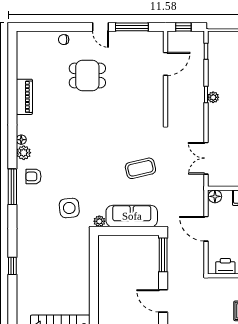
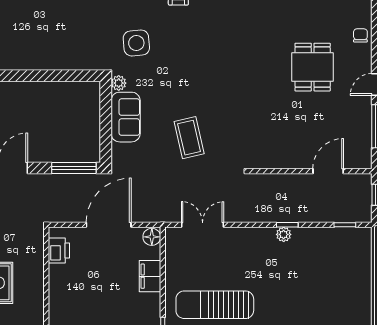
door: (166, 64) -> (328, 171), swing flipped
sofa: (132, 216) -> (126, 117), width x0.73
door: (206, 229) -> (109, 225), width x1.36

